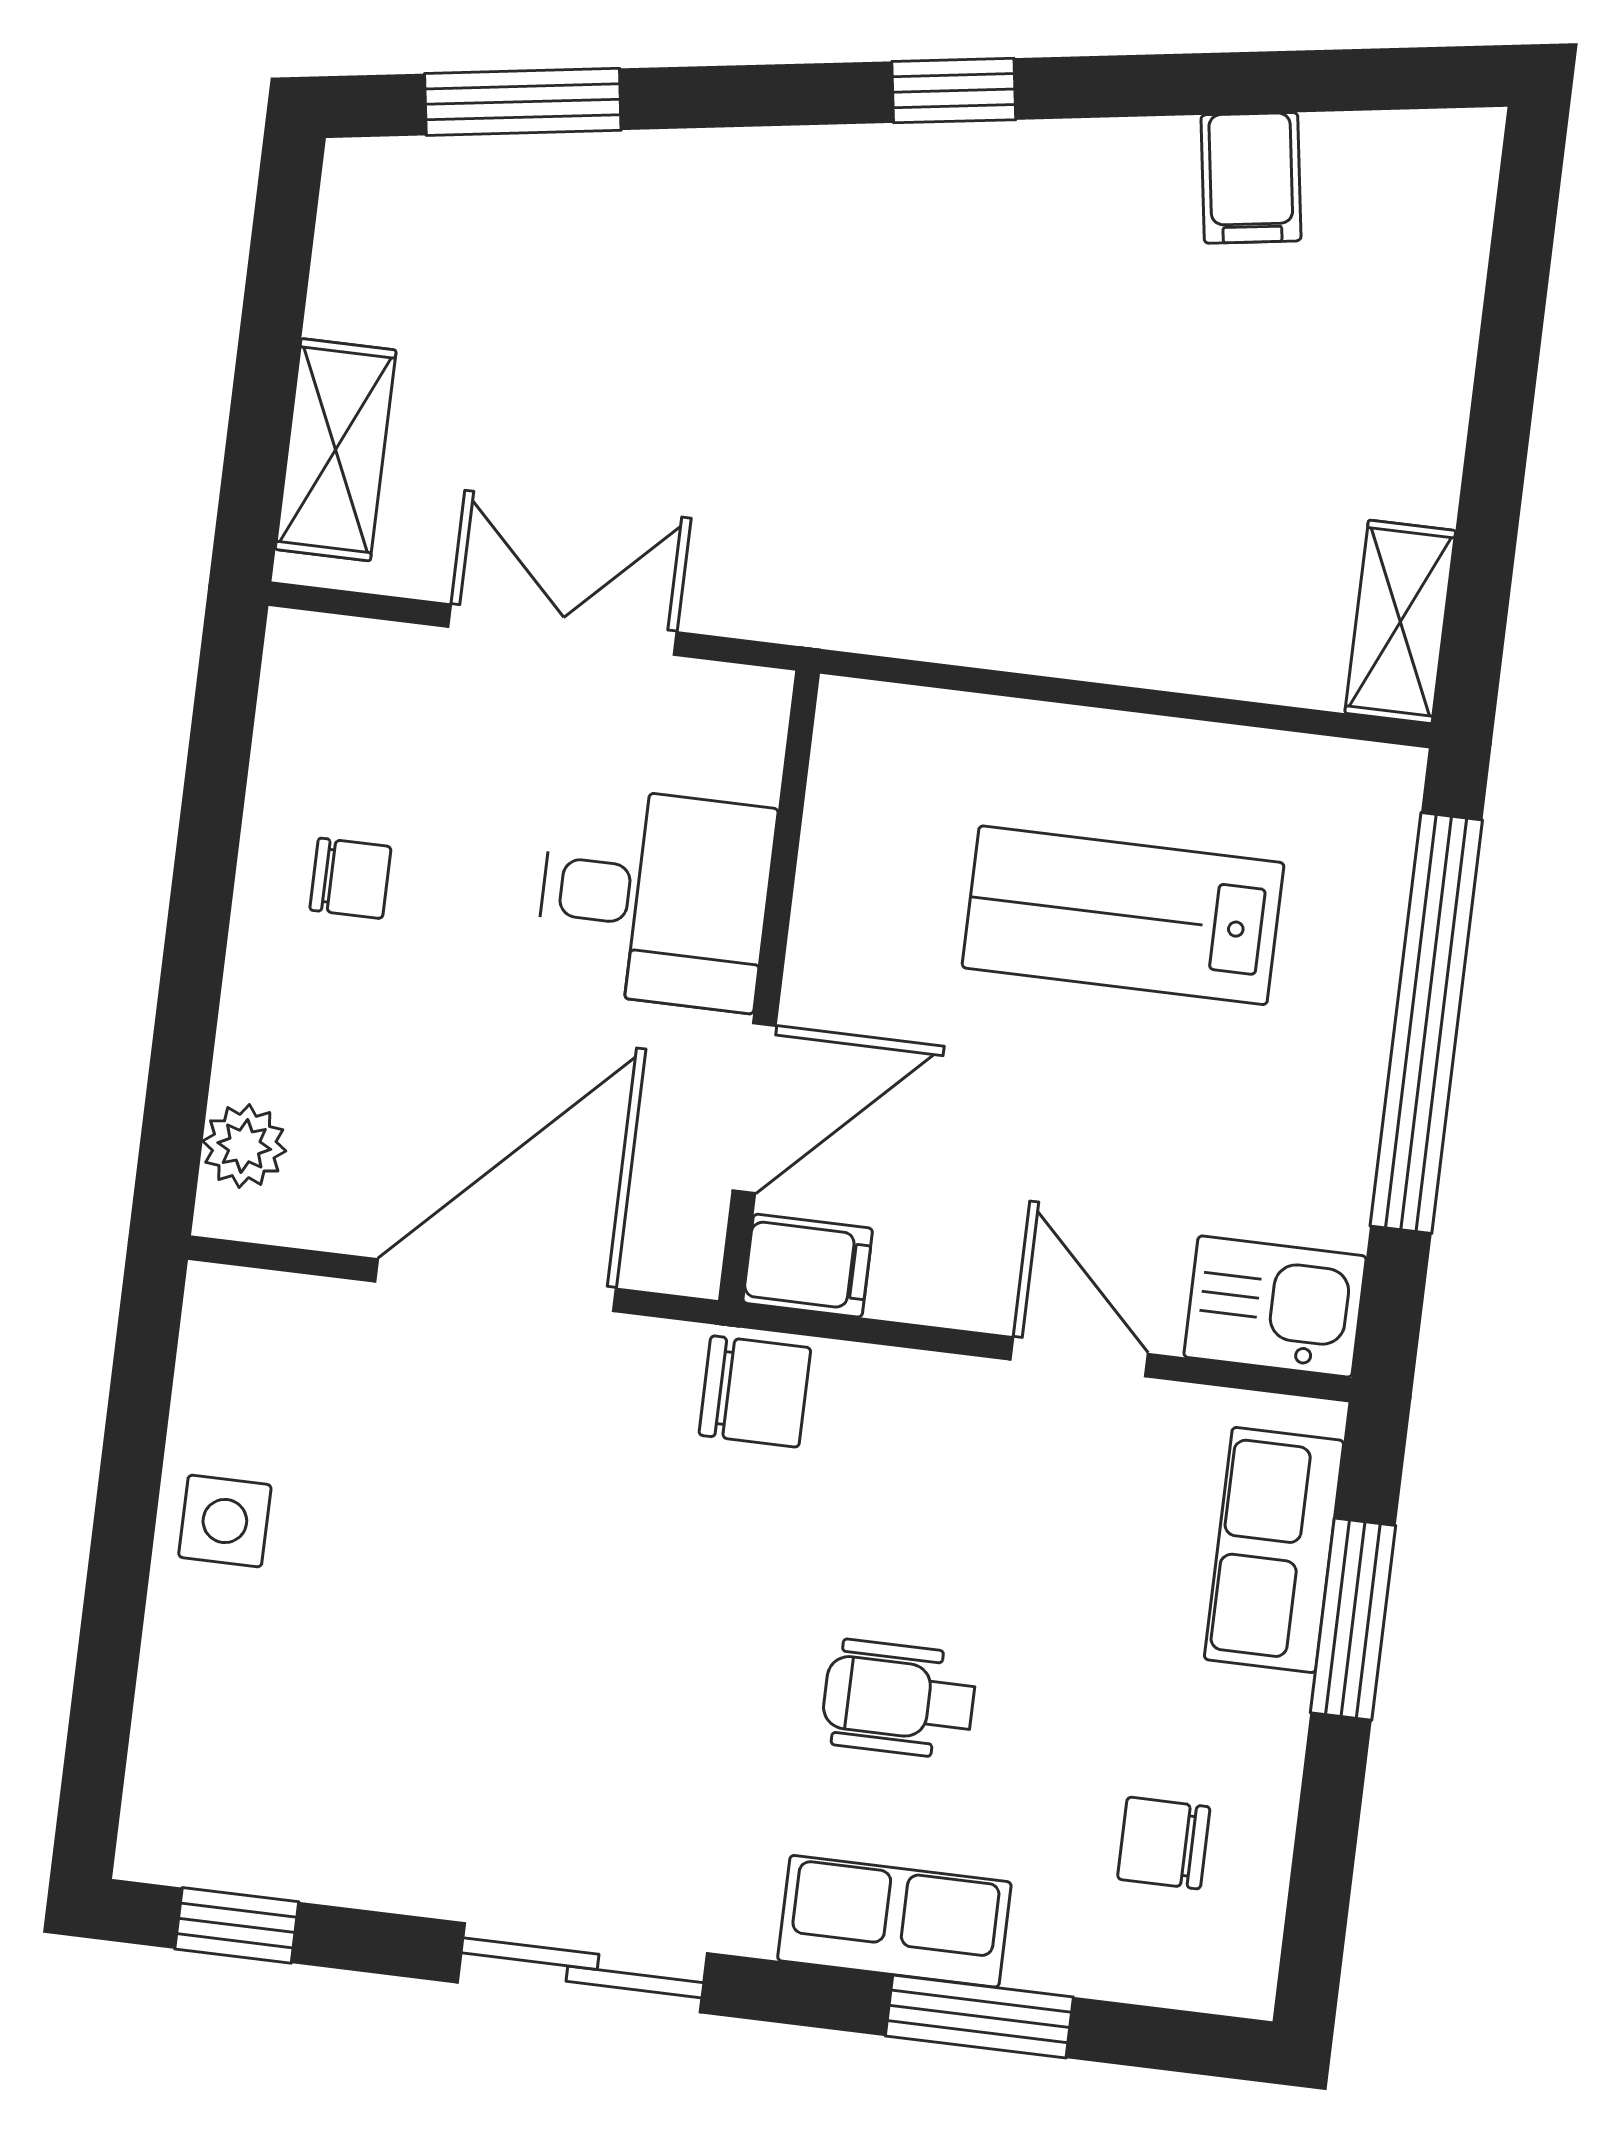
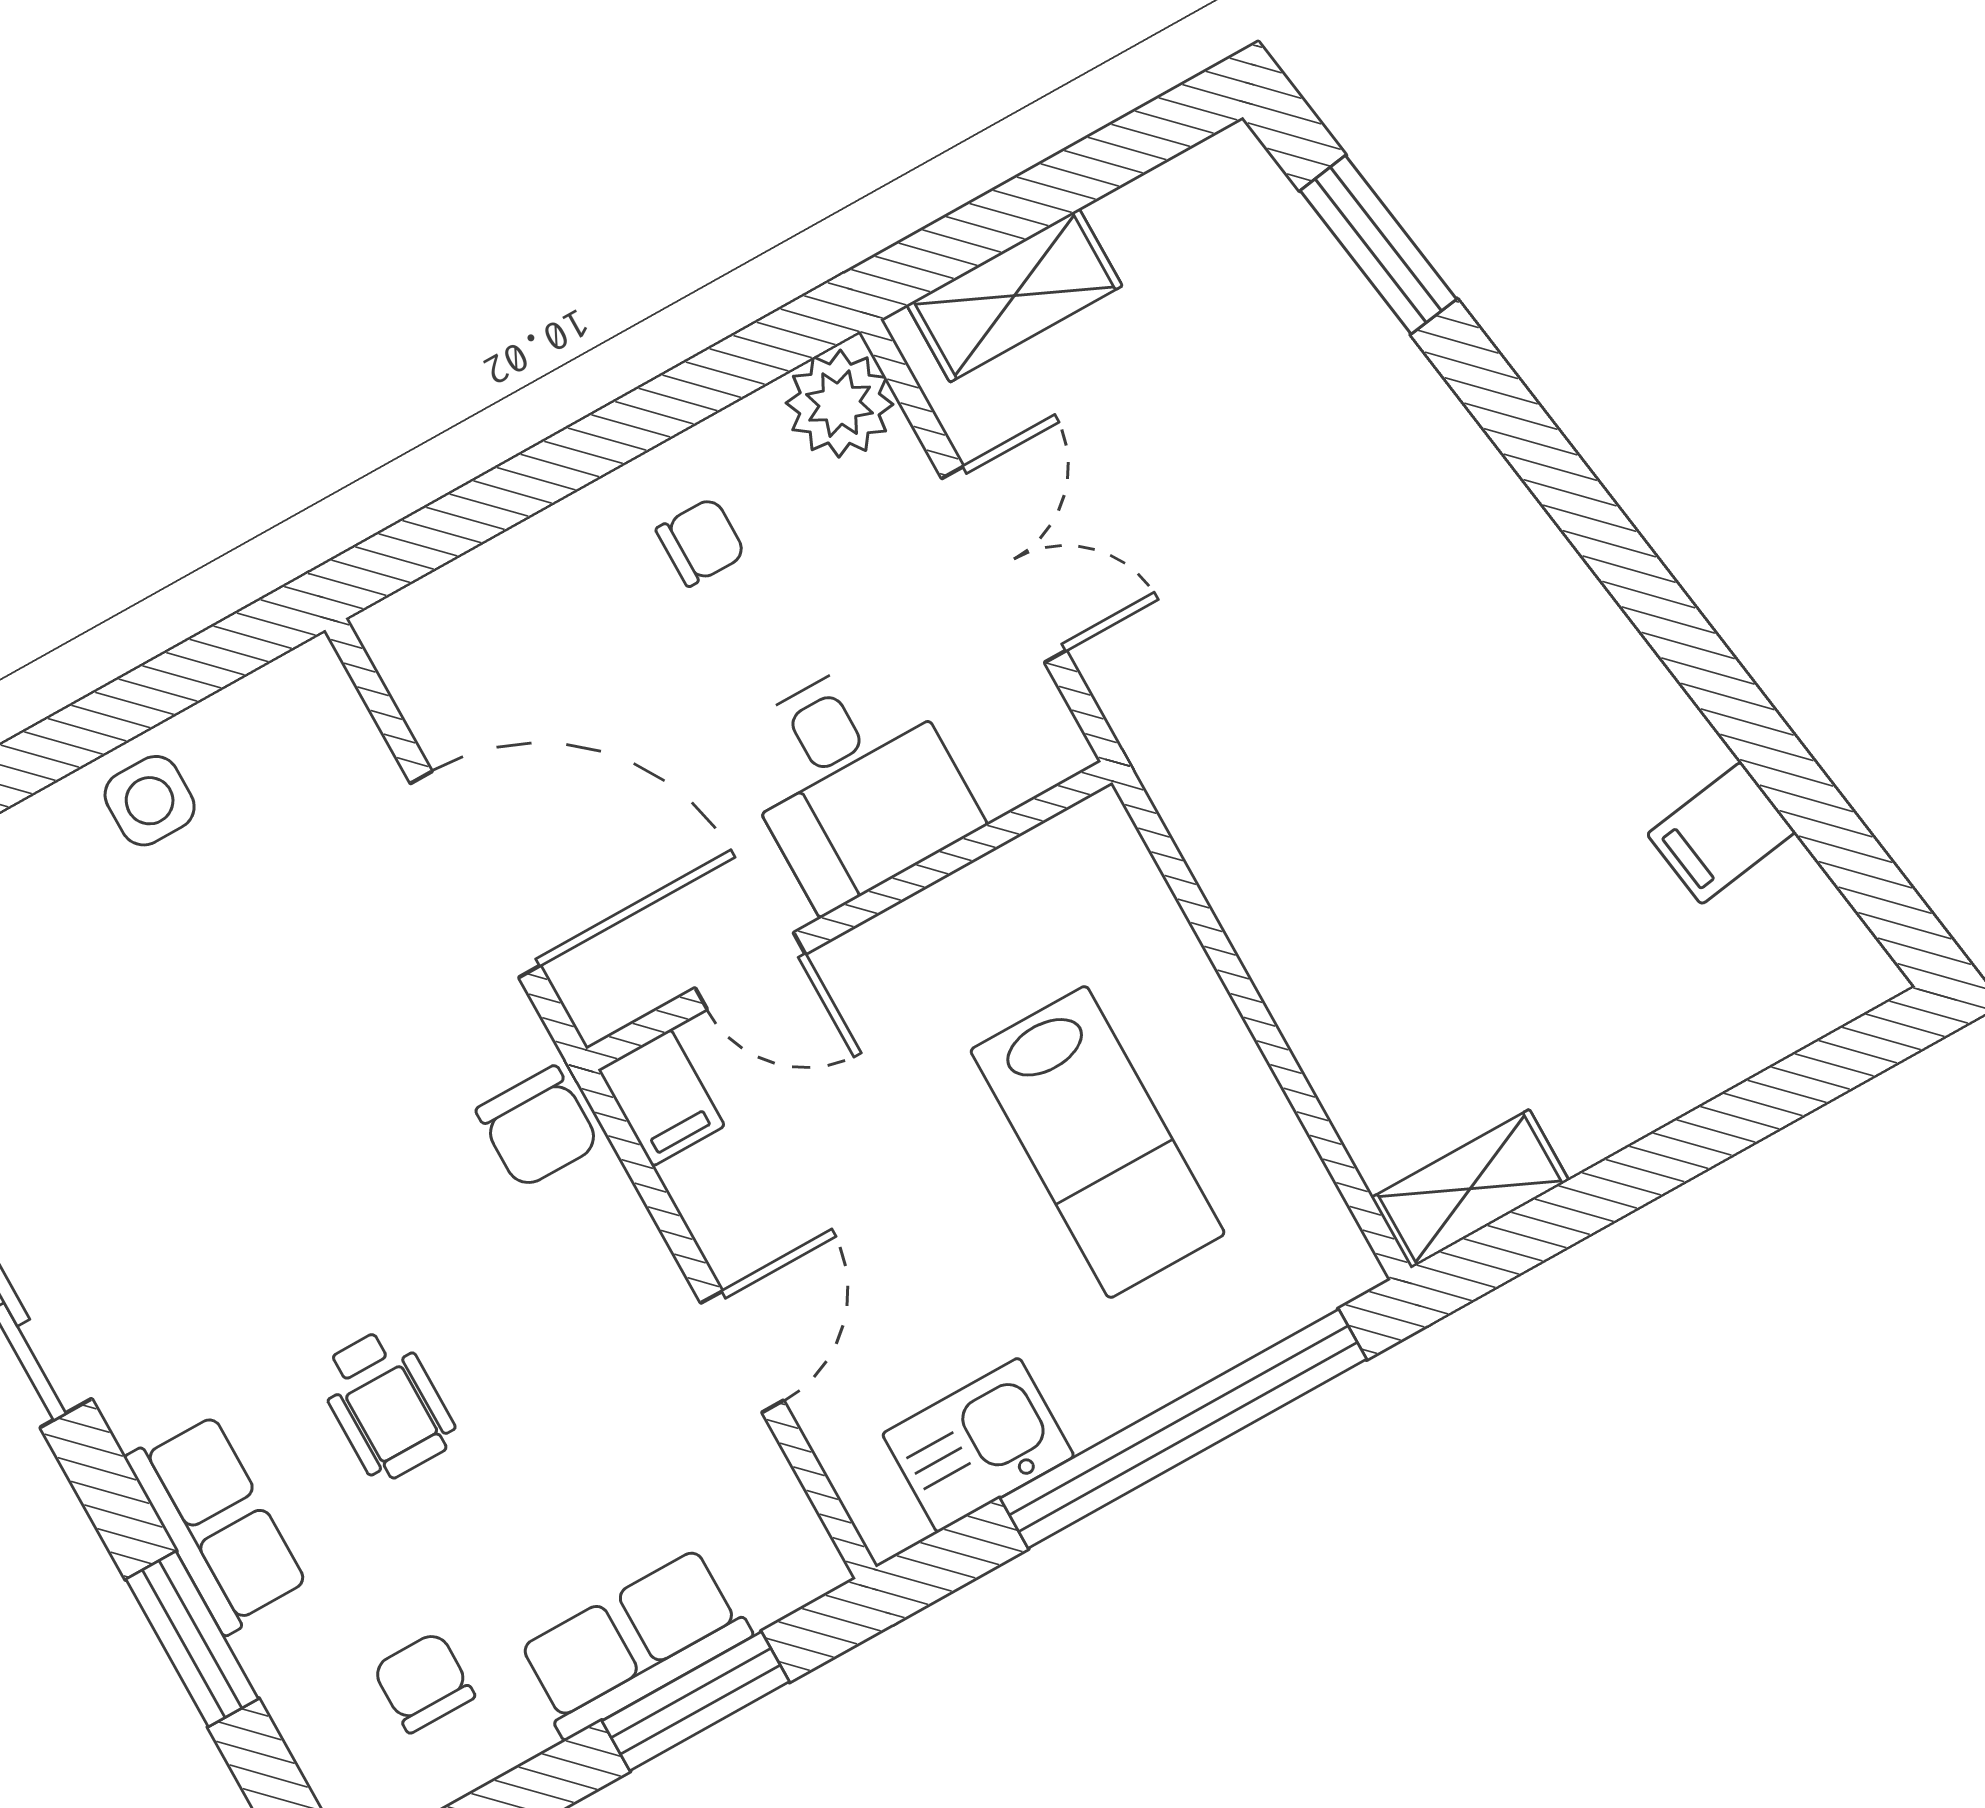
window: (954, 91) -> (1624, 562), removed
chair: (350, 878) -> (701, 542), turned -90
lab bench: (1123, 915) -> (1098, 1142), turned 180
door: (754, 1108) -> (750, 971), width x0.73
plant: (244, 1146) -> (840, 404), moved, width x1.38, depth x1.38
kitchen sink: (1275, 1307) -> (978, 1445), moved, turned -90
row of seats: (1274, 1550) -> (634, 1643), moved
wheelchair: (899, 1699) -> (386, 1404), turned 180

